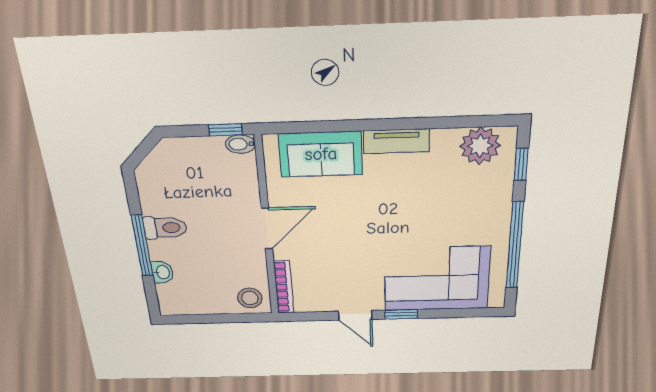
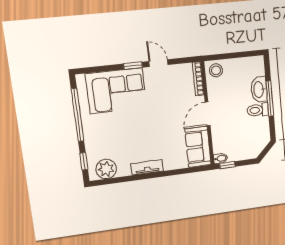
sofa: (321, 154) -> (198, 147), moved, turned -90
washbasin: (162, 272) -> (259, 90), width x1.91, depth x1.45

